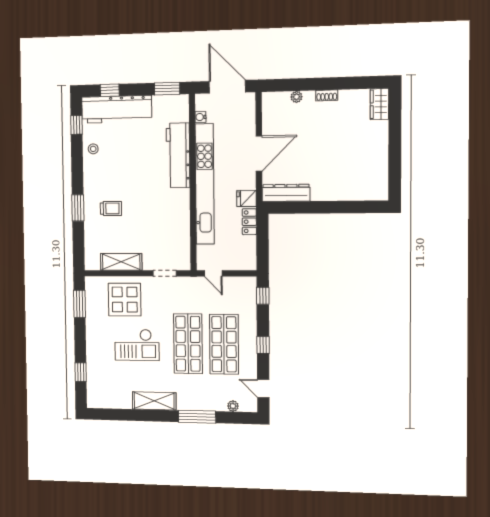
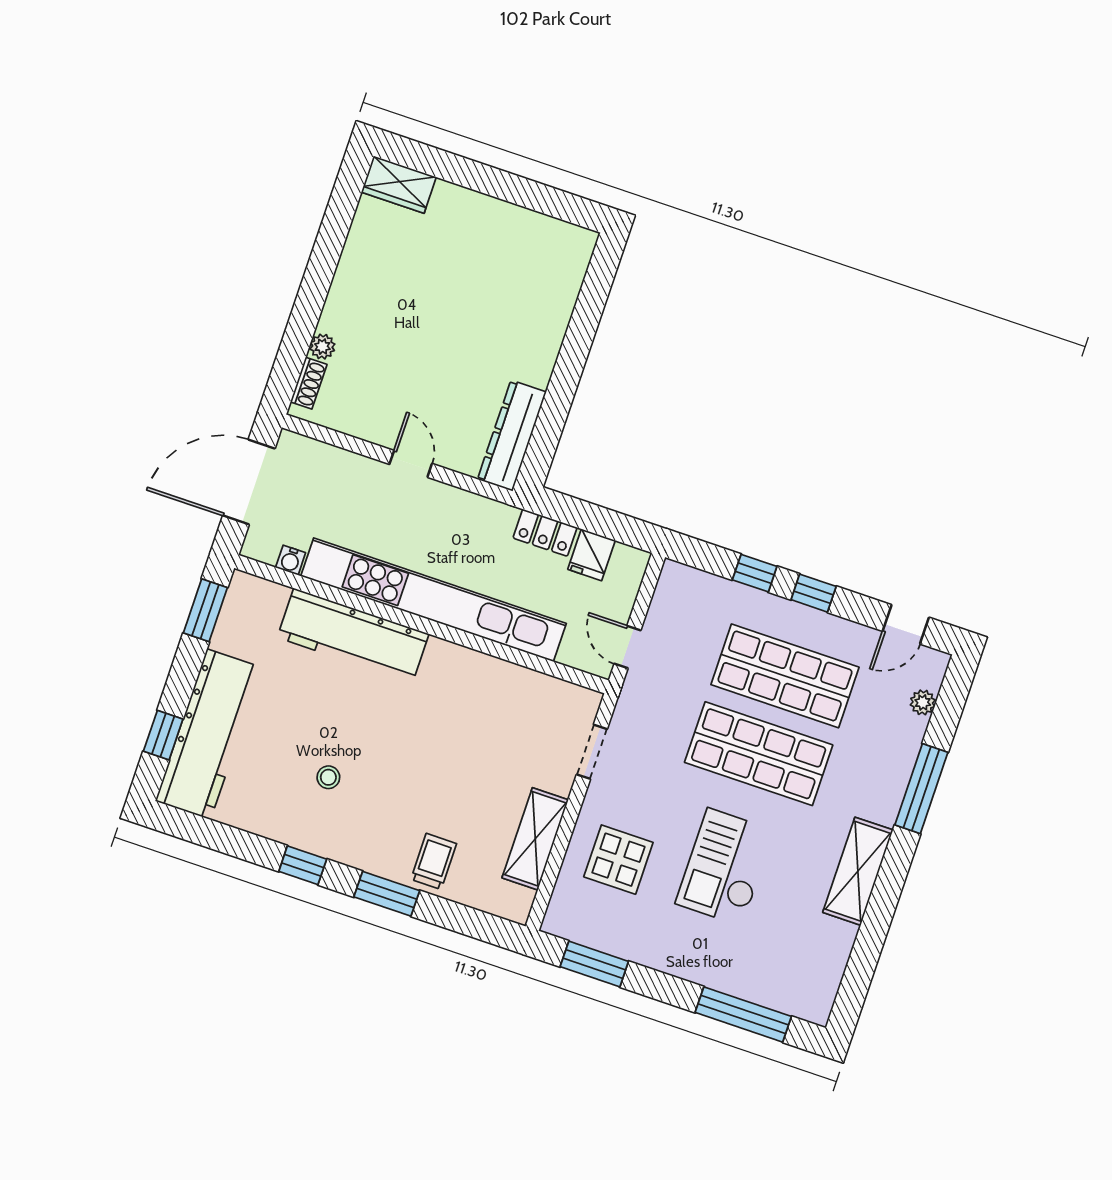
shoe rack: (327, 95) -> (309, 383), moved
window: (77, 125) -> (303, 865), moved
stool: (93, 149) -> (328, 777), moved
door: (259, 154) -> (411, 464), width x0.53
fridge: (246, 198) -> (592, 555), moved
trolley: (111, 209) -> (434, 861), moved
door: (213, 273) -> (627, 647), swing flipped
window: (263, 296) -> (755, 573), moved
display table: (125, 300) -> (618, 860), width x0.73, depth x0.73
checkout: (137, 345) -> (725, 867), turned 180
window: (81, 372) -> (743, 1014), width x2.17

